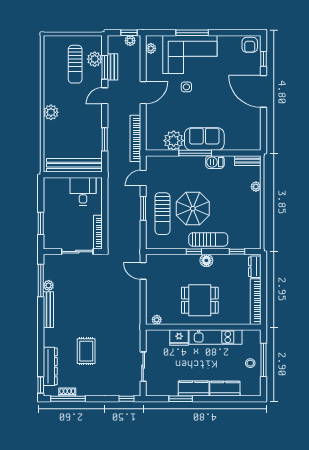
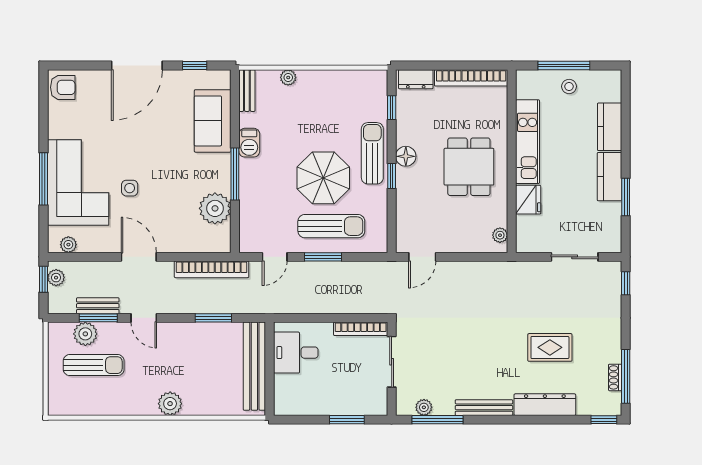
window: (263, 59) -> (195, 66), moved
sofa: (204, 139) -> (213, 121), moved
door: (143, 178) -> (275, 257), hinge flipped
plant: (49, 285) -> (424, 407), moved
dresser: (50, 366) -> (545, 405), moved

